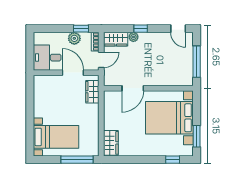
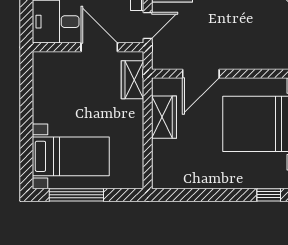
wardrobe: (111, 143) -> (164, 117), moved
window: (77, 160) -> (76, 195), moved

